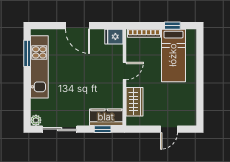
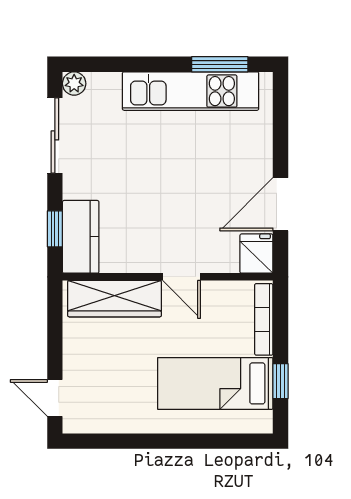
door: (77, 26) -> (280, 204), moved
wardrobe: (135, 102) -> (115, 299), width x1.50
door: (169, 129) -> (55, 398), moved

